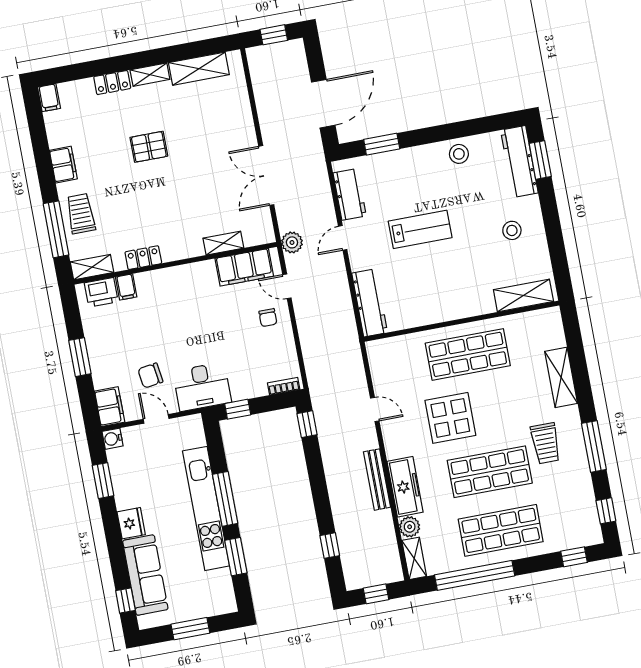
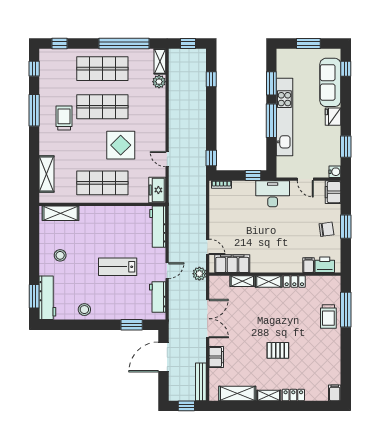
filing cabinet: (63, 165) -> (216, 357), moved, turned 180
shelving: (92, 267) -> (269, 282), moved
chair: (268, 318) -> (223, 229), removed
chair: (150, 376) -> (326, 229), moved
shelving: (561, 377) -> (47, 174), moved
bench: (377, 480) -> (201, 382), moved
freezer: (405, 487) -> (157, 190), moved, width x0.71

